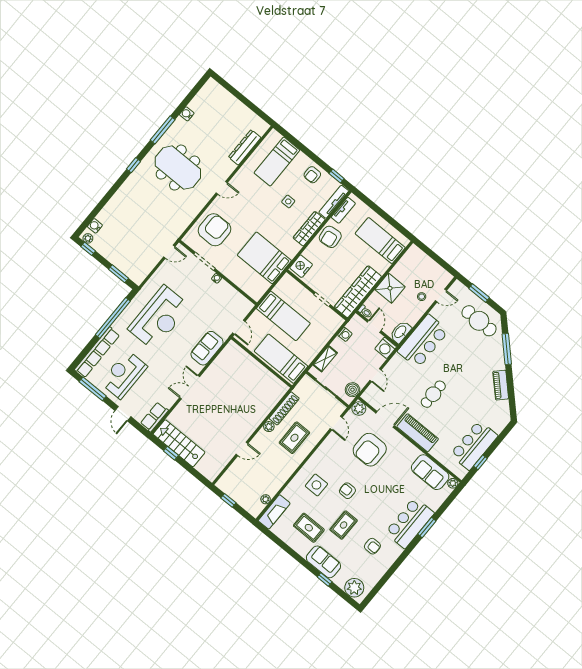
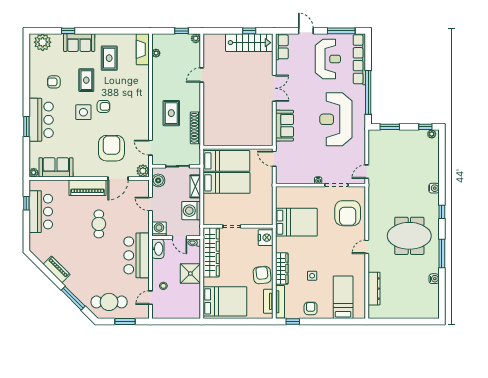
water cooler: (95, 226) -> (434, 188), moved
bed: (380, 241) -> (225, 301), width x1.50
bed: (283, 316) -> (226, 183), moved, turned 180
washing machine: (345, 334) -> (191, 211), width x1.89, depth x1.89
plant: (269, 427) -> (196, 38), moved
side table: (316, 485) -> (83, 112), moved
rug: (309, 528) -> (109, 58), turned 90

